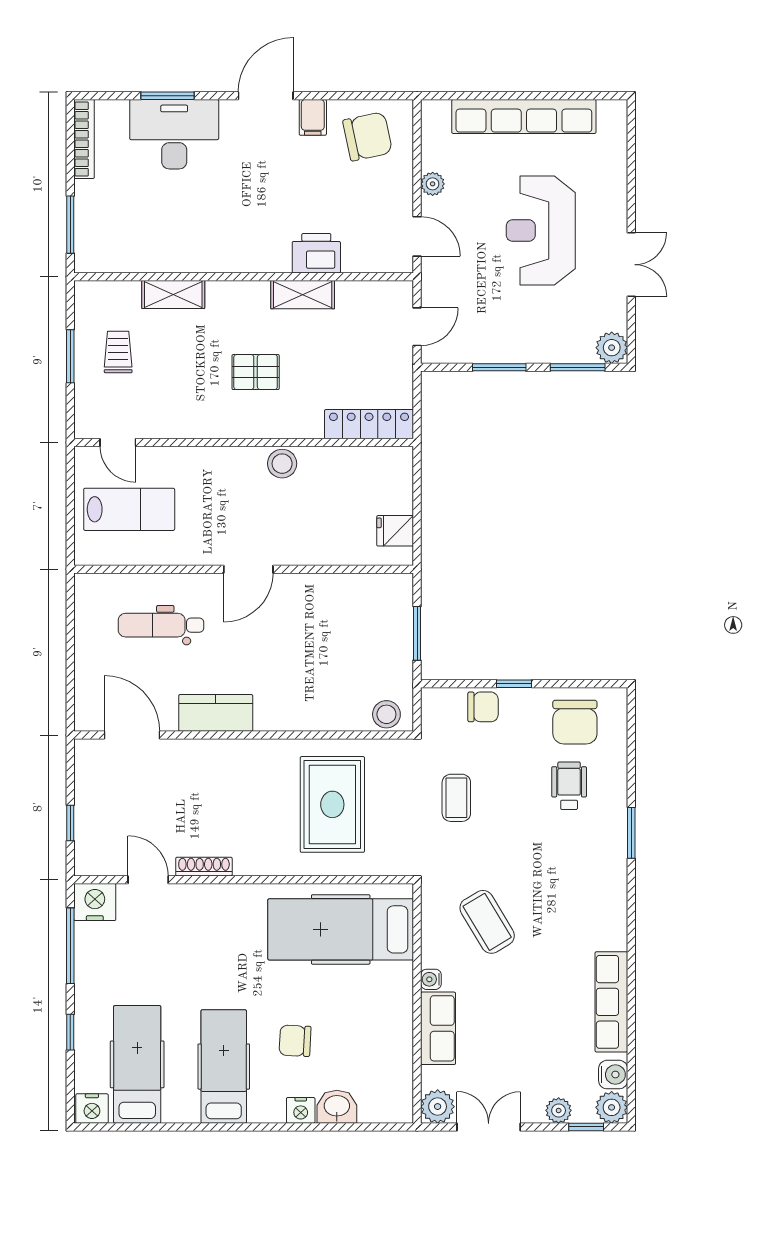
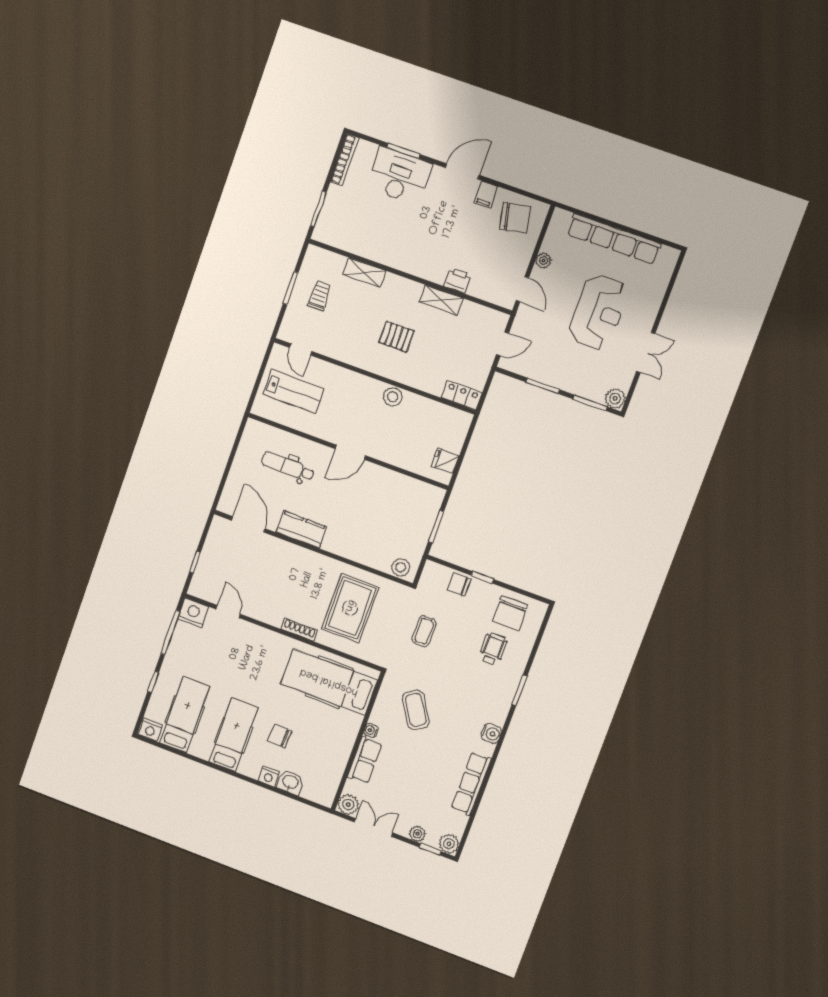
reception desk: (541, 231) -> (598, 312), turned 180
printer: (316, 253) -> (457, 280), width x0.73, depth x0.81
locker: (369, 424) -> (462, 395), width x0.66
chair: (483, 707) -> (459, 584), turned 180
shoe rack: (204, 867) -> (299, 630), moved
water cooler: (613, 1075) -> (491, 733), moved

